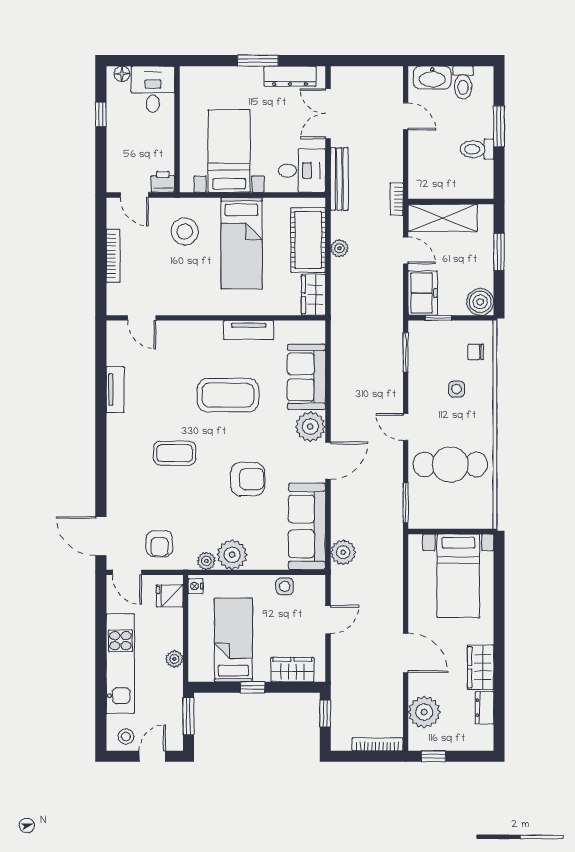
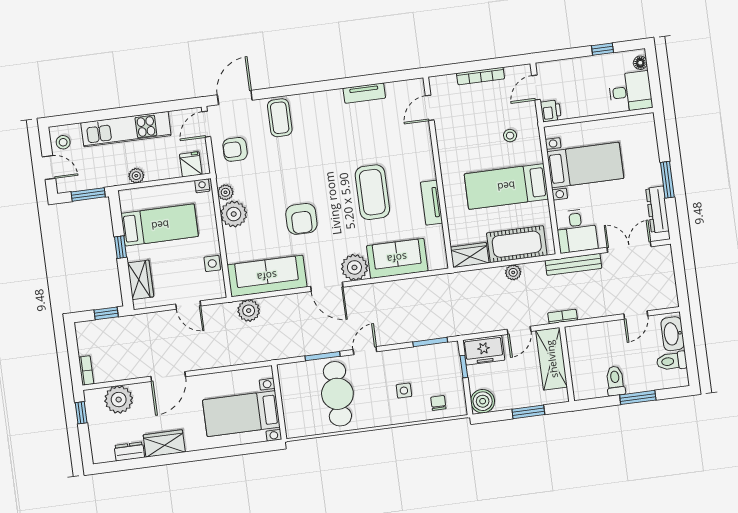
stool: (185, 231) -> (510, 136), width x0.53, depth x0.53
coffee table: (175, 453) -> (280, 118), moved
window: (406, 503) -> (323, 356), moved
bookcase: (378, 744) -> (86, 371), width x0.64

